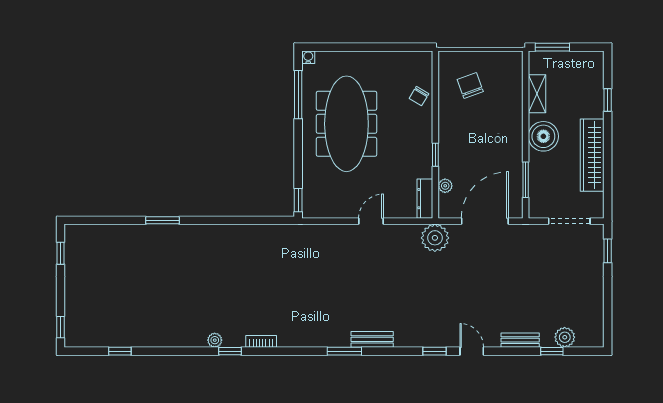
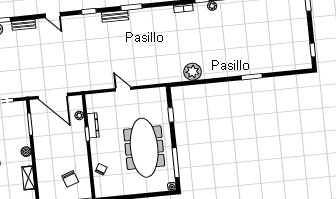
boiler: (543, 136) -> (26, 152), width x0.54, depth x0.54
dresser: (425, 199) -> (93, 125), moved
window: (298, 200) -> (171, 115), moved
door: (371, 221) -> (123, 89), swing flipped
door: (485, 221) -> (53, 96), hinge flipped
plant: (435, 238) -> (193, 72), moved
window: (435, 351) -> (89, 11), moved

